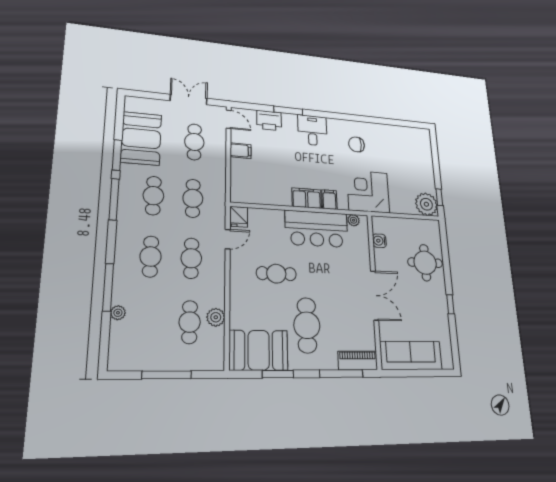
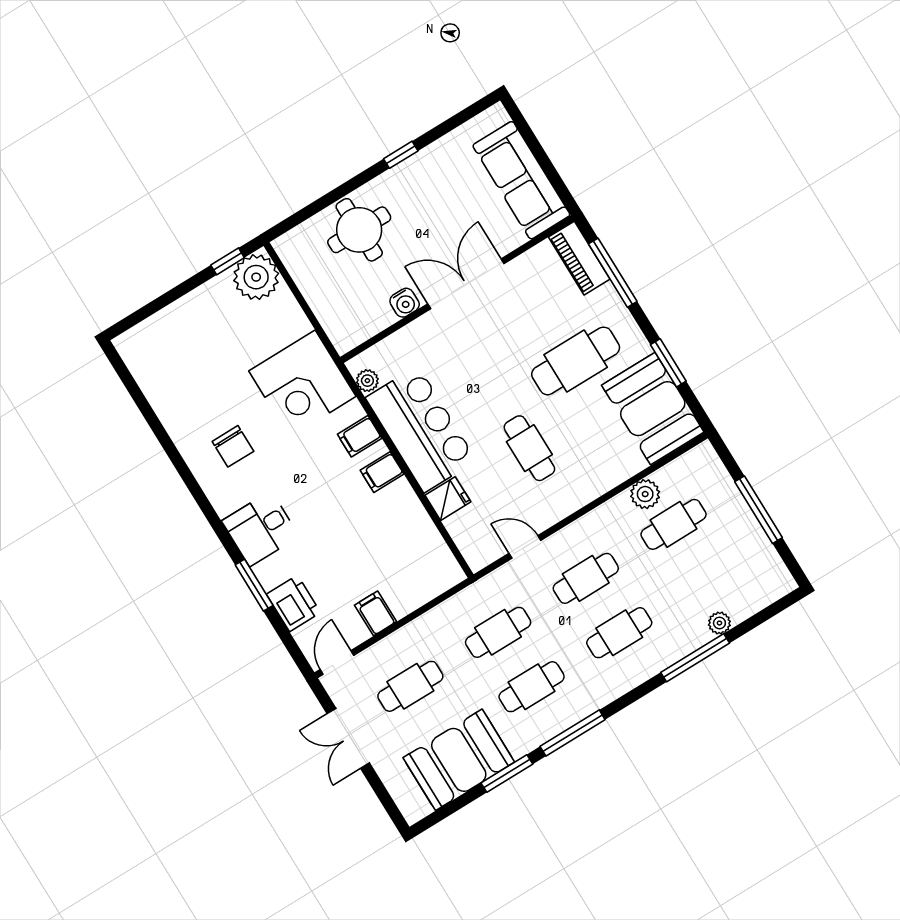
filing cabinet: (307, 198) -> (382, 472), width x0.50
fridge: (239, 217) -> (448, 499), moved
water cooler: (379, 241) -> (405, 303), moved

